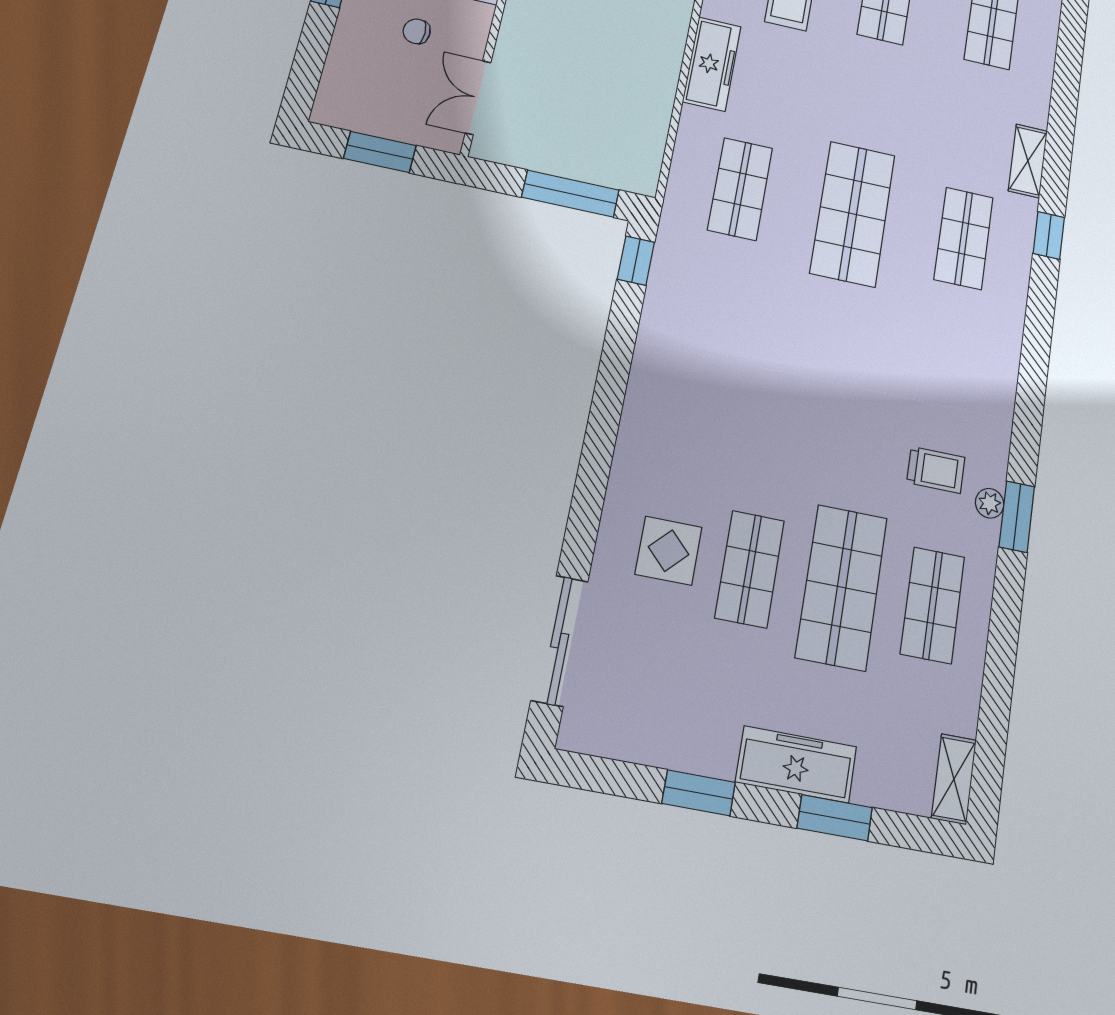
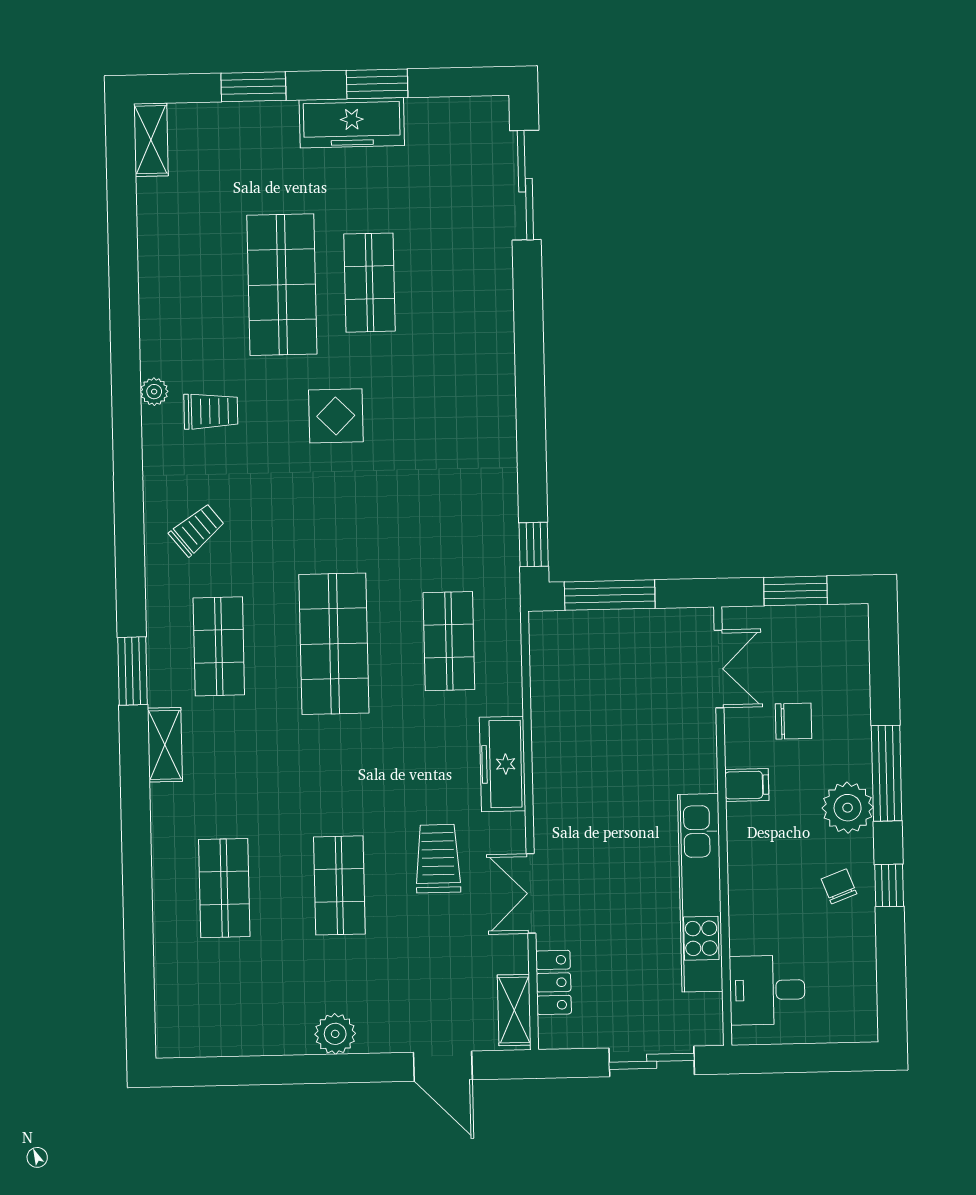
chair: (417, 31) -> (793, 721), width x1.37, depth x1.37
window: (1049, 235) -> (132, 671), width x1.50
trolley: (968, 355) -> (197, 530), added
trolley: (936, 470) -> (211, 411), turned 180
window: (1017, 517) -> (126, 385), removed
display table: (669, 551) -> (336, 416), moved
shop shelf: (933, 605) -> (194, 287), removed
freezer: (796, 764) -> (352, 123), moved

